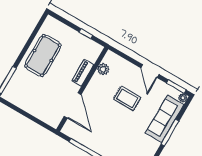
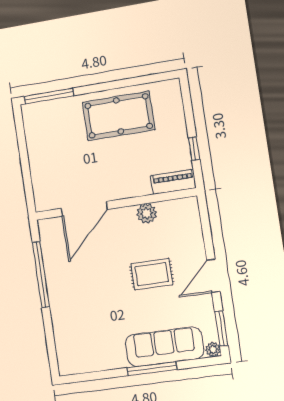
plant: (103, 69) -> (147, 213), moved
piano: (83, 73) -> (173, 182), moved
rug: (127, 98) -> (152, 274), turned 90

